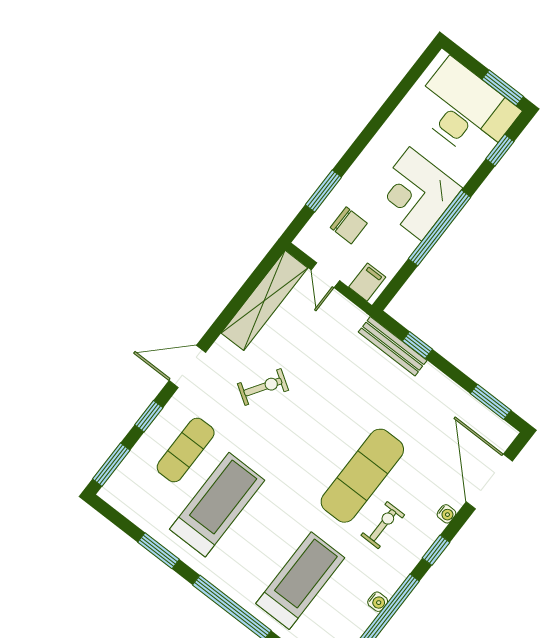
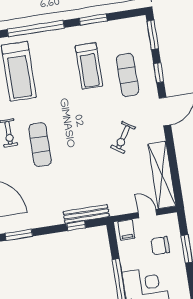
exercise mat: (362, 476) -> (40, 145), width x0.73, depth x0.69
treadmill: (217, 505) -> (89, 66), width x0.73, depth x0.73

